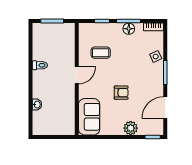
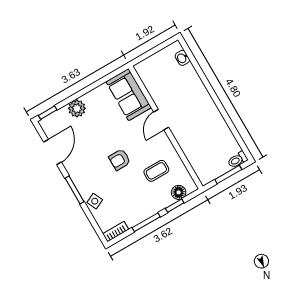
floor lamp: (129, 29) -> (179, 192), moved
toilet: (40, 65) -> (238, 160), moved
door: (77, 75) -> (161, 120), moved
armchair: (121, 93) -> (120, 160), moved
washbasin: (37, 105) -> (182, 58), moved

